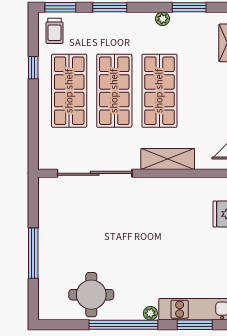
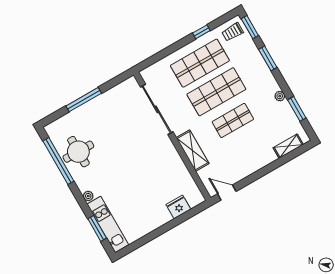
shop shelf: (159, 91) -> (233, 120), width x0.70, depth x0.74
window: (123, 325) -> (58, 161), moved

